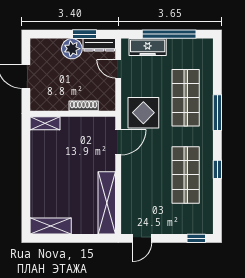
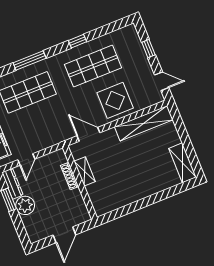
display table: (143, 113) -> (115, 100), moved
shelving: (45, 123) -> (85, 171), moved
window: (196, 238) -> (148, 49), moved

